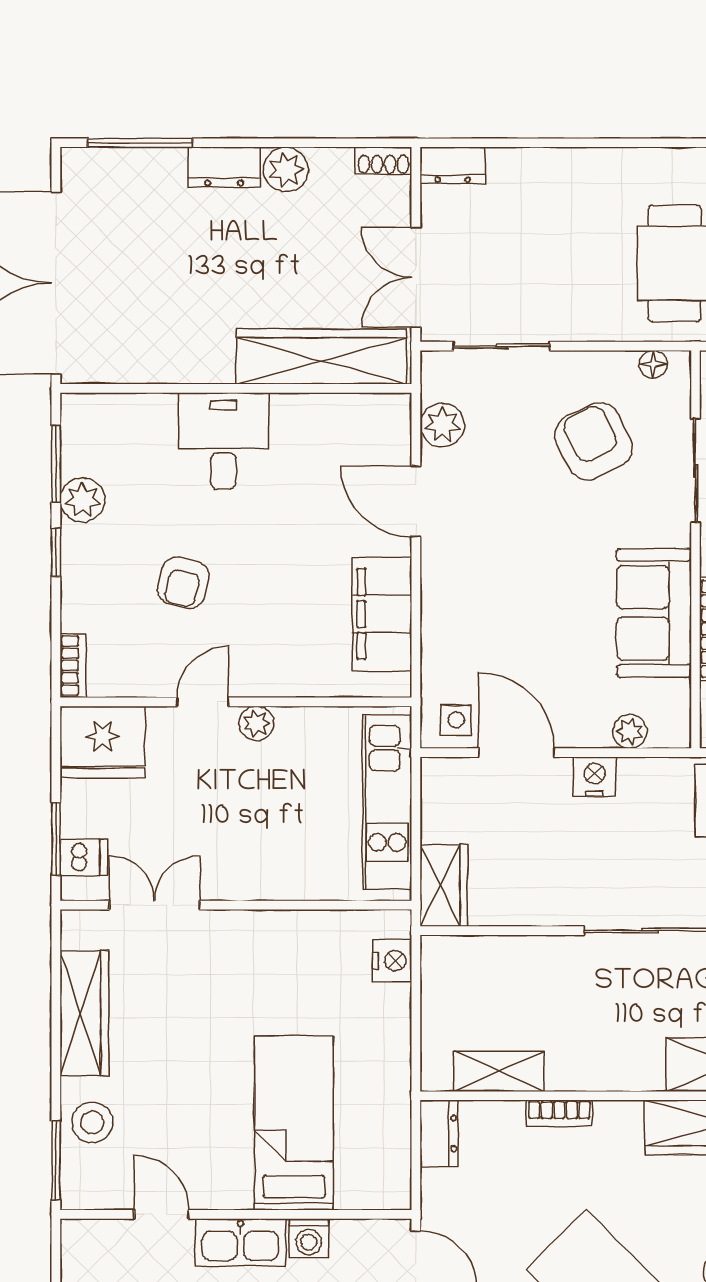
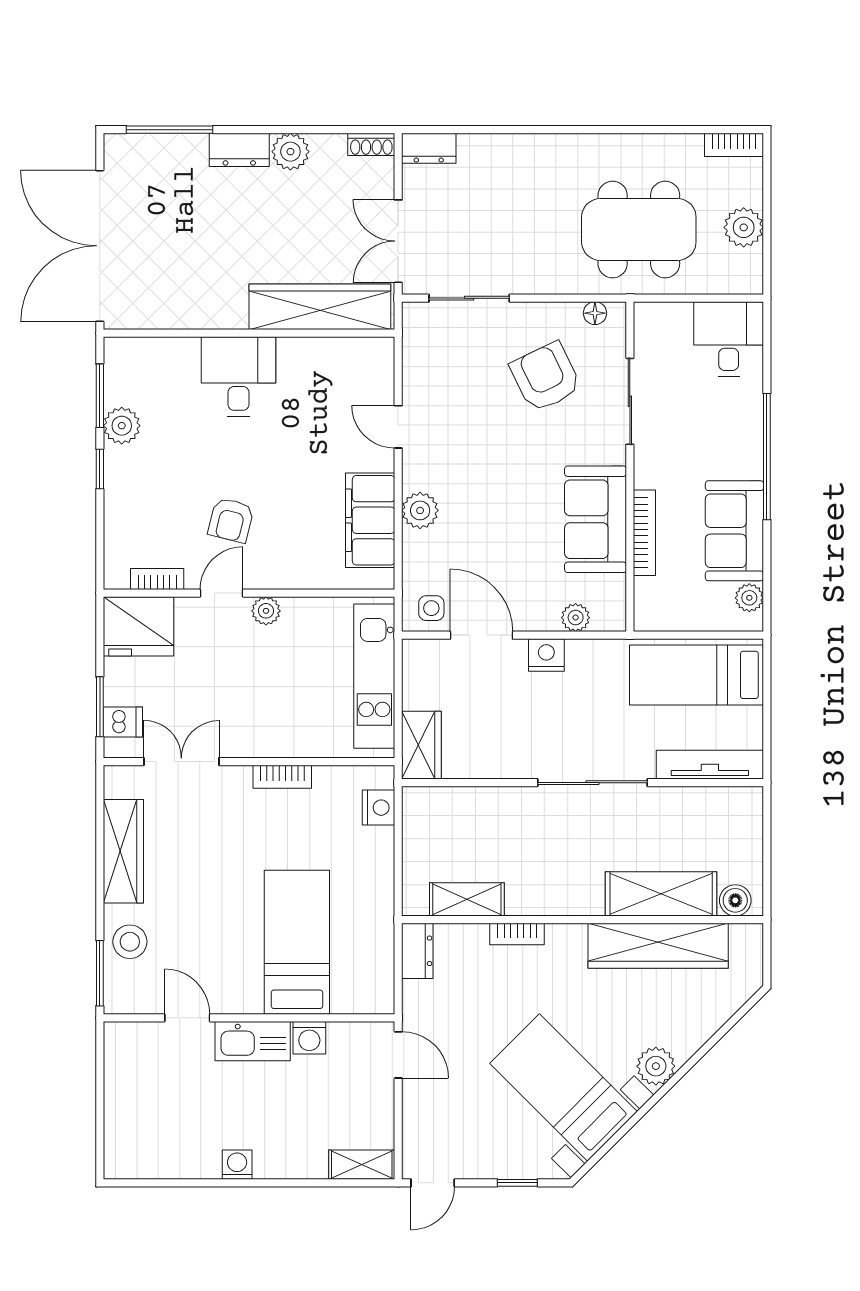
plant: (442, 425) -> (420, 510), moved
door: (416, 501) -> (398, 427), width x0.73
armchair: (183, 583) -> (231, 520), moved
bookcase: (73, 666) -> (157, 579), moved, turned -90
bookcase: (276, 923) -> (282, 777), added

